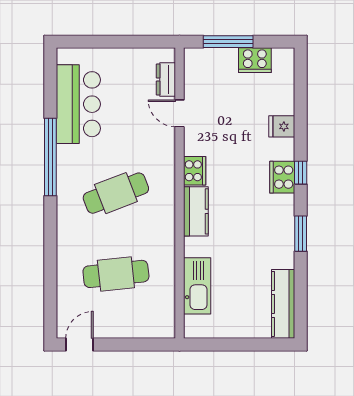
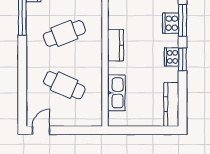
cooker: (195, 171) -> (172, 57), moved, turned 180
window: (301, 173) -> (183, 20), width x2.17
cafe table: (116, 274) -> (64, 85), turned 30

